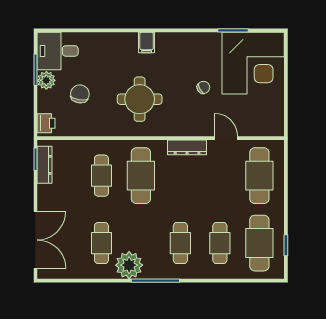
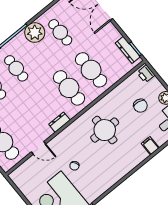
filing cabinet: (147, 42) -> (150, 146), moved
dresser: (187, 147) -> (59, 122), width x0.70
cafe table: (101, 176) -> (91, 70), width x1.37, depth x1.35

